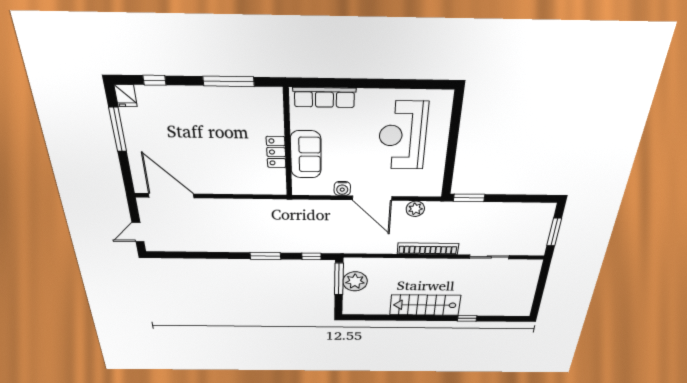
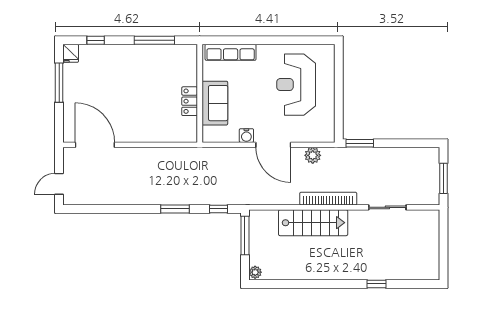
plant: (355, 281) -> (255, 272), moved, width x0.53, depth x0.53
stairs: (425, 305) -> (313, 223), moved, turned 180

